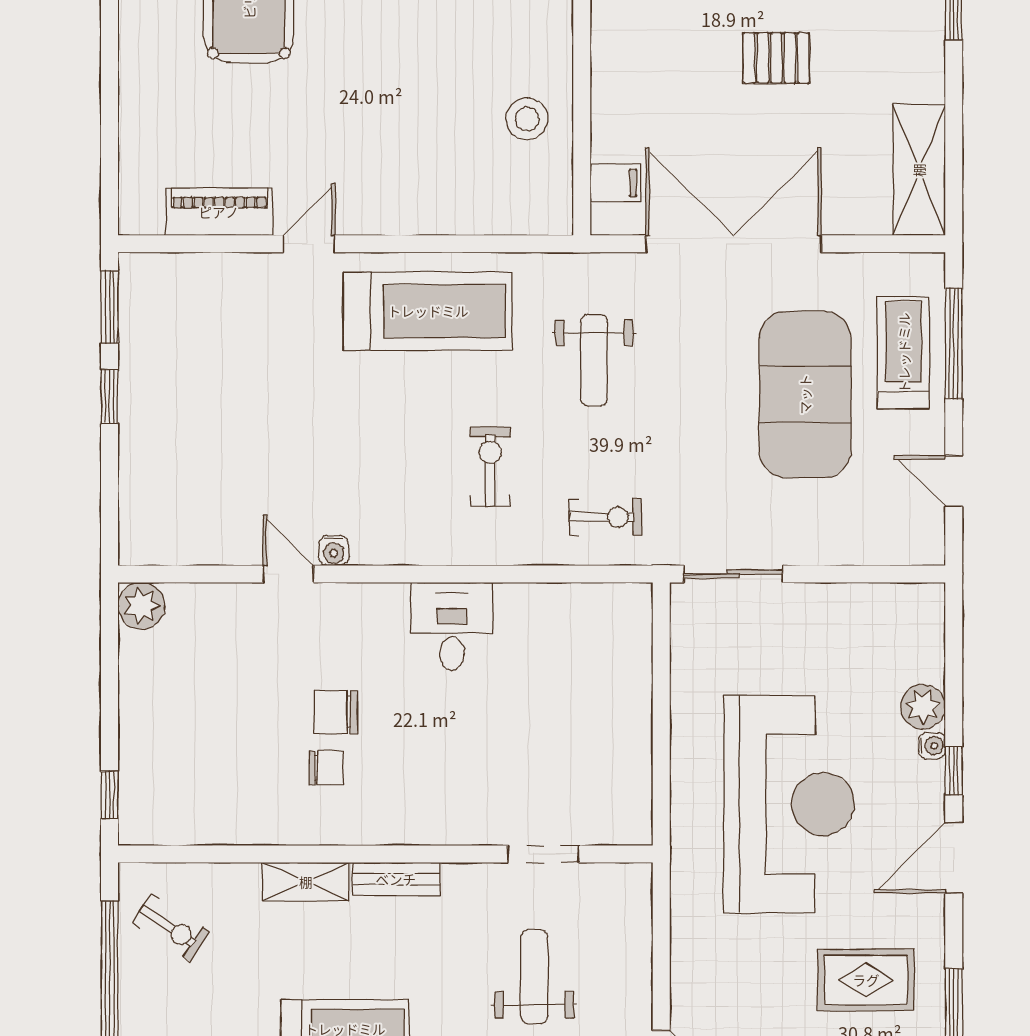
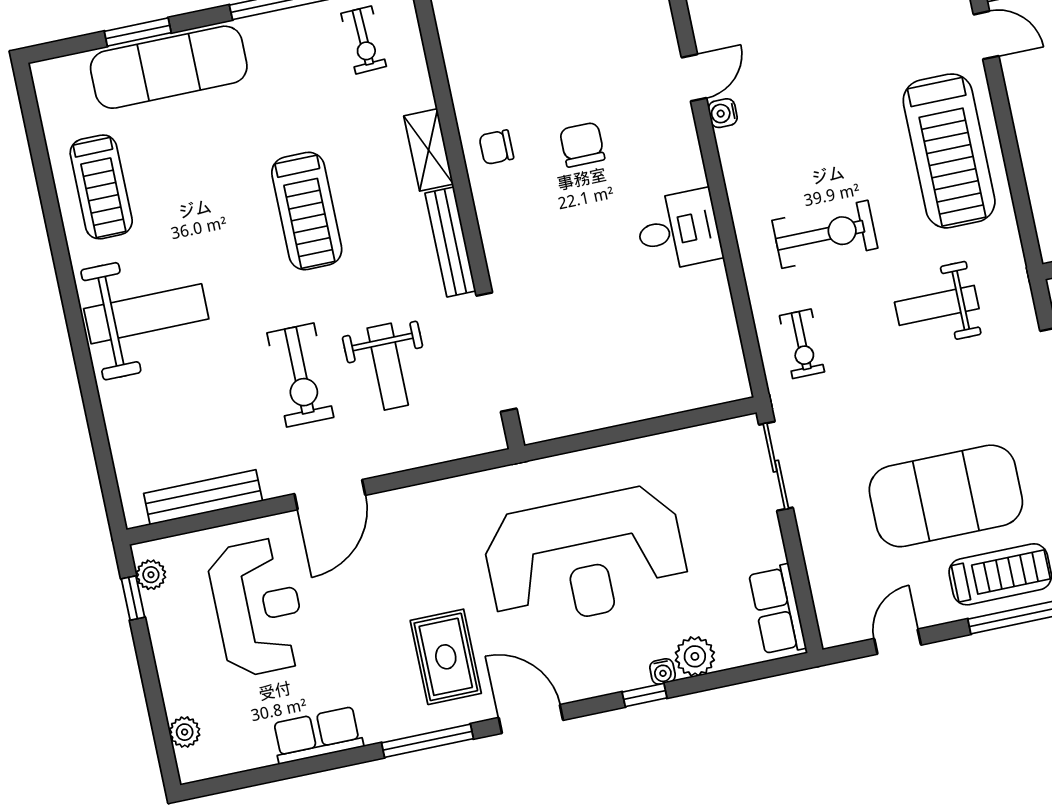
exercise bike: (490, 467) -> (825, 234), width x1.38, depth x1.39
row of seats: (891, 606) -> (777, 610), added
chair: (326, 768) -> (496, 147), moved, turned 90
doorway: (544, 854) -> (497, 352), width x1.87
door: (954, 858) -> (531, 719), moved
bench: (396, 879) -> (450, 242), width x1.36
exercise bike: (171, 928) -> (364, 40), turned -36
weight bench: (534, 977) -> (388, 367), turned 90

